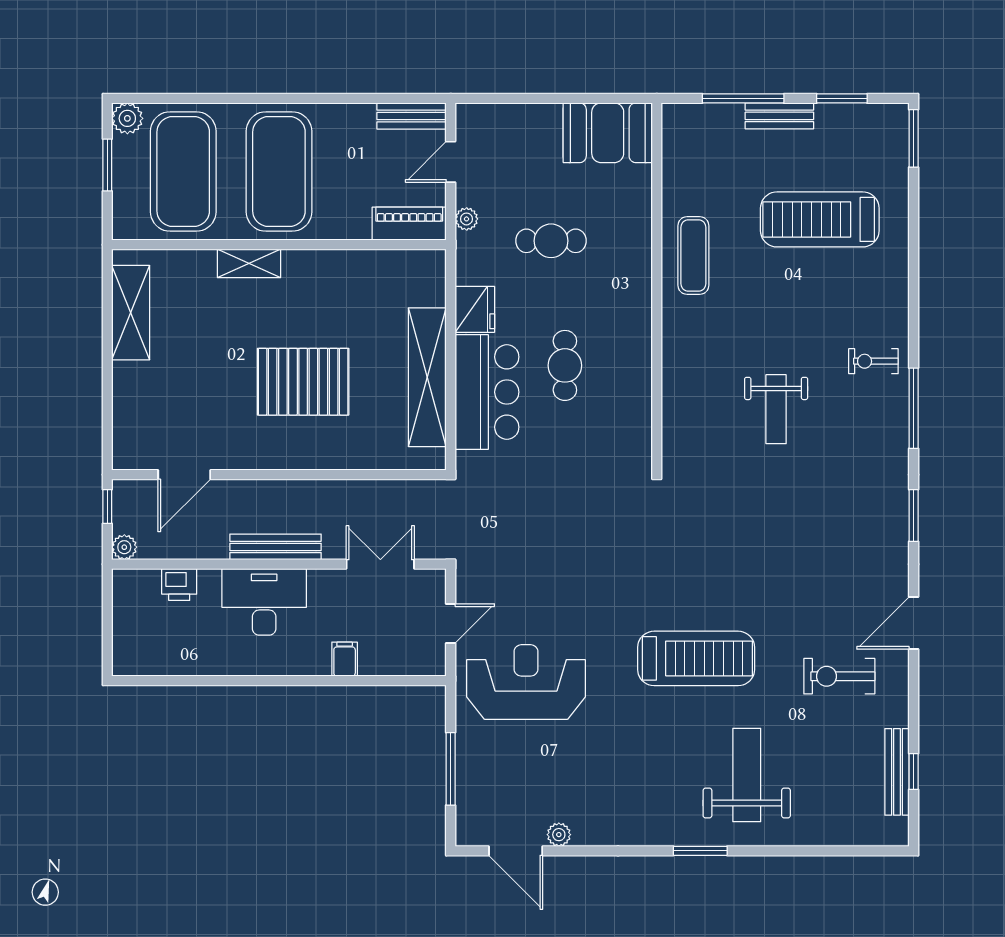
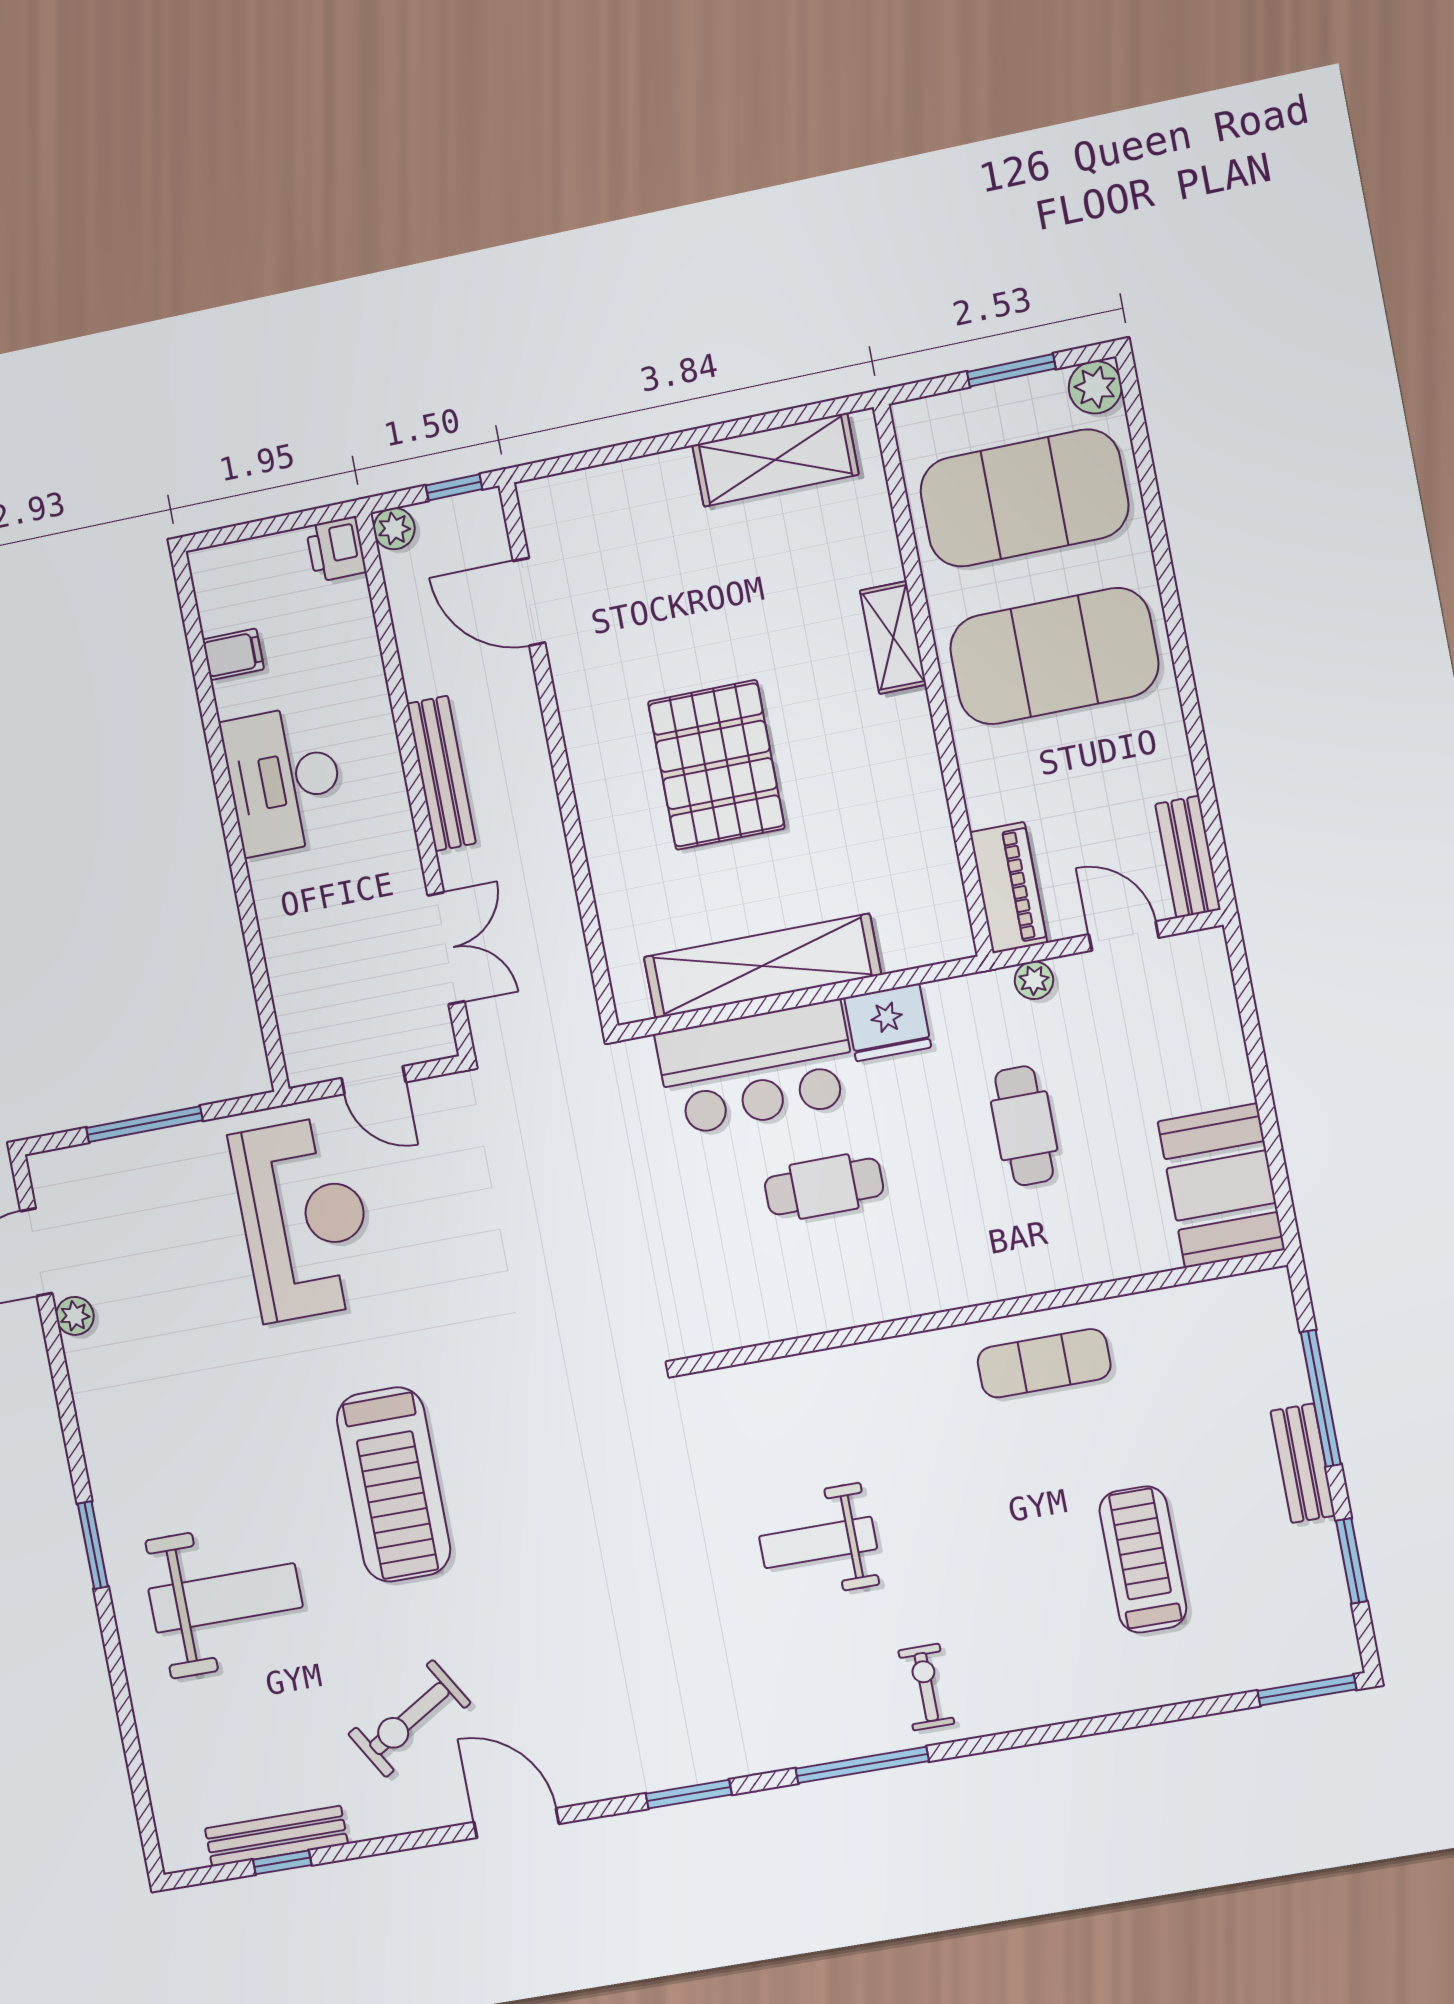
treadmill: (820, 219) -> (1143, 1559), width x0.73, depth x0.73
printer: (179, 585) -> (336, 549), moved
desk: (264, 602) -> (284, 780), moved, turned 180
filing cabinet: (345, 659) -> (233, 654), moved
exercise bike: (839, 676) -> (409, 1719), turned -121

